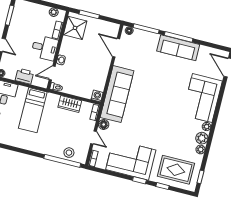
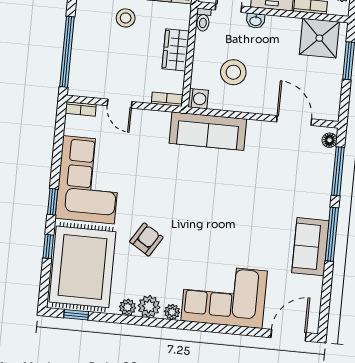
door: (116, 48) -> (294, 120), hinge flipped
sofa: (178, 48) -> (310, 247), width x0.73
stool: (86, 76) -> (233, 72), added
sofa: (117, 94) -> (208, 131), width x0.74, depth x0.79
floor lamp: (104, 124) -> (147, 119), removed
armchair: (167, 134) -> (146, 239), added
door: (93, 137) -> (120, 104), hinge flipped
stool: (69, 153) -> (126, 18), moved
rug: (176, 170) -> (83, 267), width x1.37, depth x1.44

